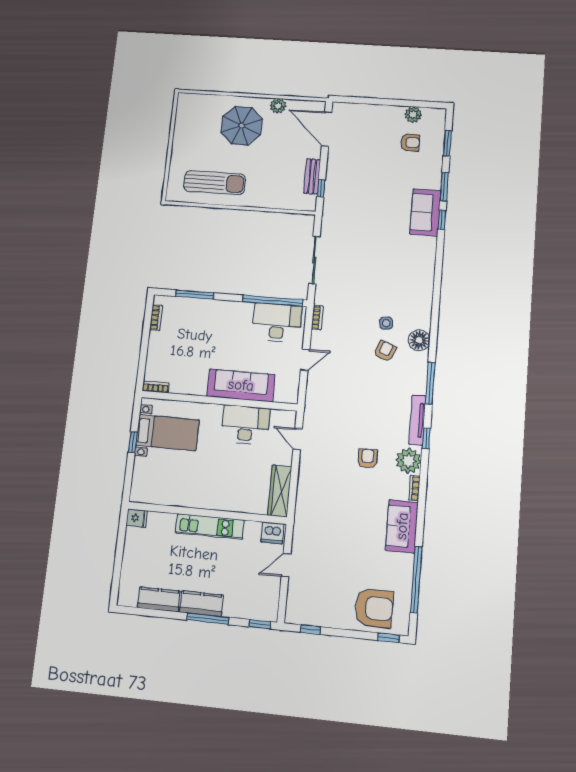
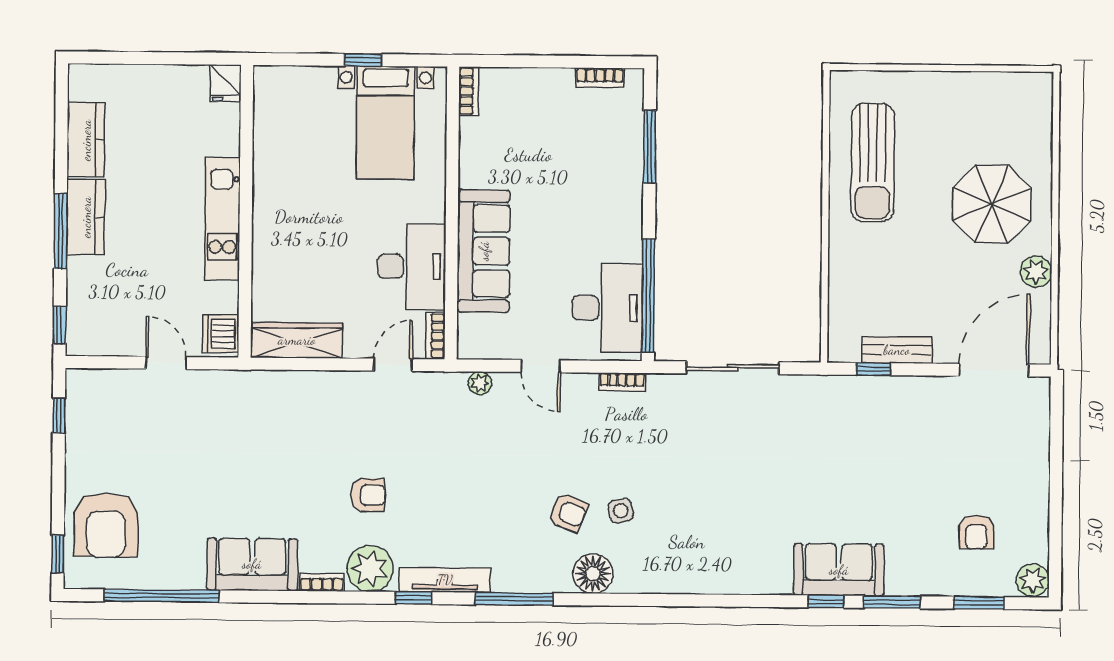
plant: (413, 115) -> (1033, 580), moved
plant: (312, 393) -> (480, 383), added
bookcase: (284, 415) -> (435, 336), added

